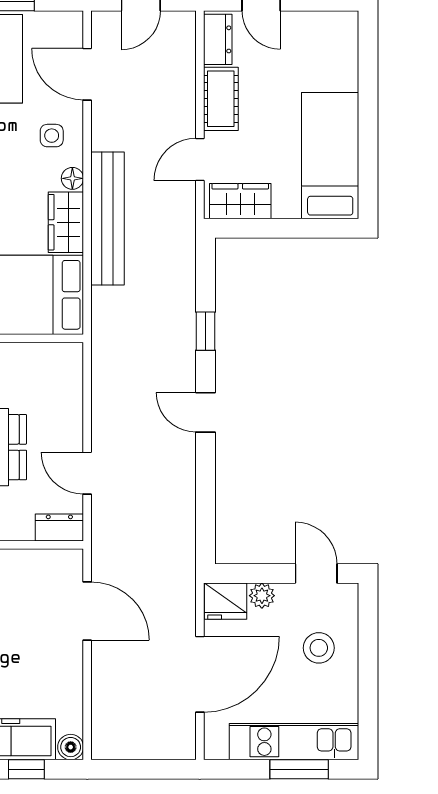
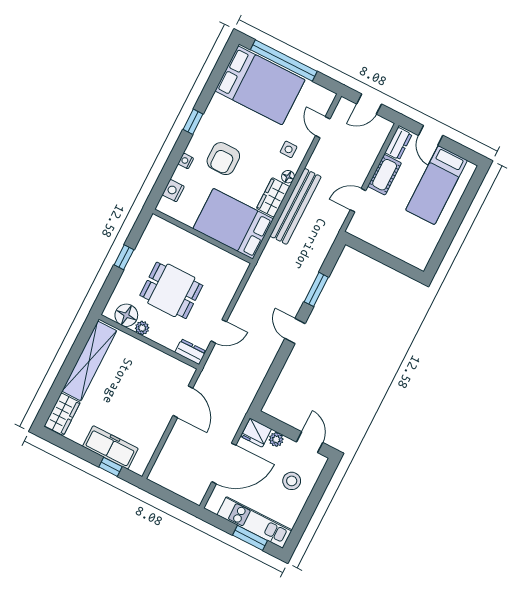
door: (87, 74) -> (323, 127), width x0.73
bed: (330, 156) -> (437, 185), moved, turned 180
wardrobe: (240, 201) -> (368, 232), removed
window: (205, 331) -> (316, 289), width x1.50
door: (87, 473) -> (219, 331), swing flipped
boiler: (71, 747) -> (139, 467), removed

